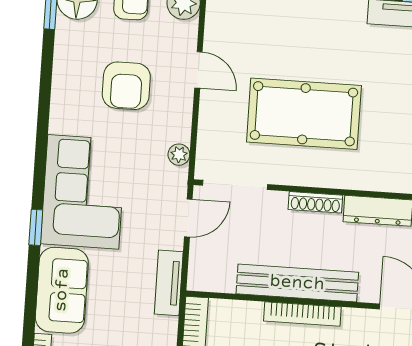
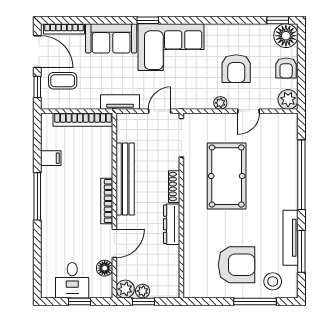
armchair: (126, 86) -> (236, 69), turned -90
plant: (179, 155) -> (220, 103), moved
door: (188, 218) -> (160, 111), swing flipped
bookcase: (302, 314) -> (107, 201), moved

